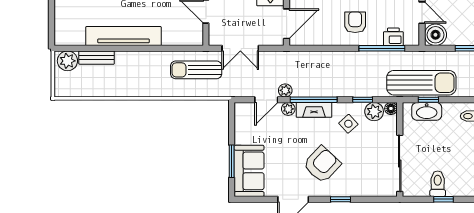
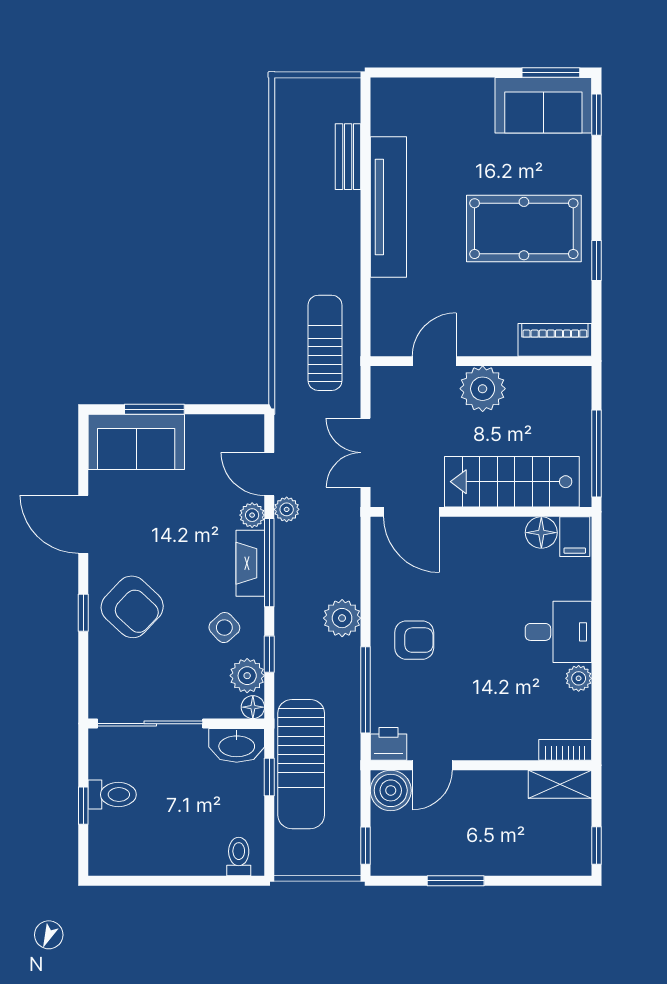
printer: (393, 37) -> (389, 744), moved, turned -90
double door: (240, 48) -> (366, 453), moved
plant: (67, 61) -> (342, 618), moved
washbasin: (427, 111) -> (237, 745), moved, turned -90
armchair: (322, 164) -> (132, 607), moved

